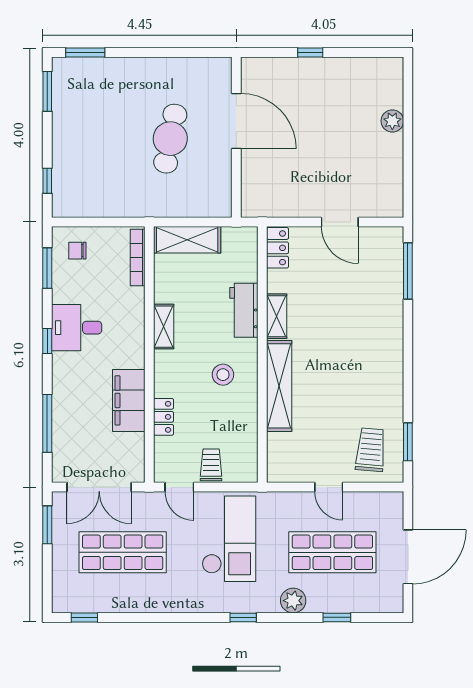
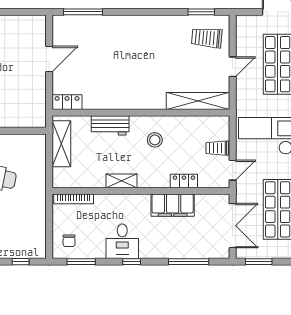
shelving: (187, 240) -> (61, 144), moved
shelving: (277, 316) -> (114, 103), removed
shelving: (279, 386) -> (198, 101), moved

